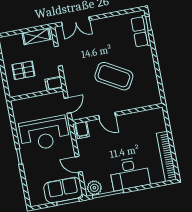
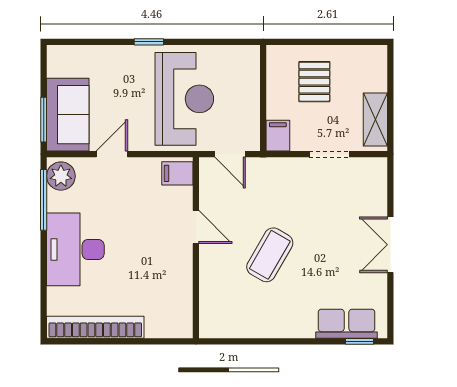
double door: (76, 21) -> (390, 245), moved
coffee table: (114, 76) -> (270, 255), width x0.73, depth x0.76
door: (107, 116) -> (196, 227), swing flipped
reception desk: (44, 134) -> (184, 99), turned 180

